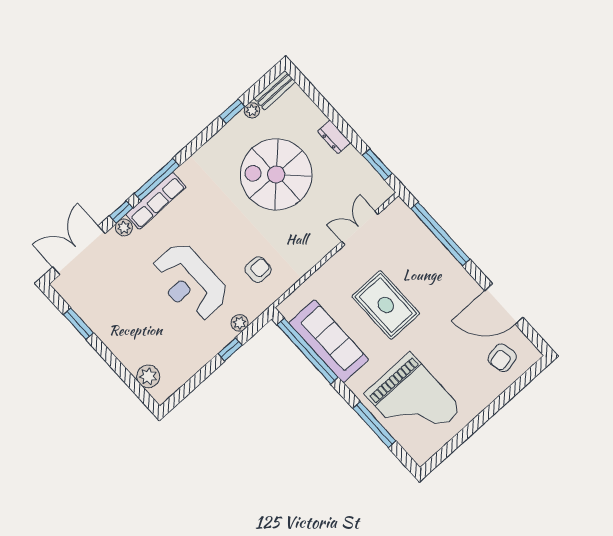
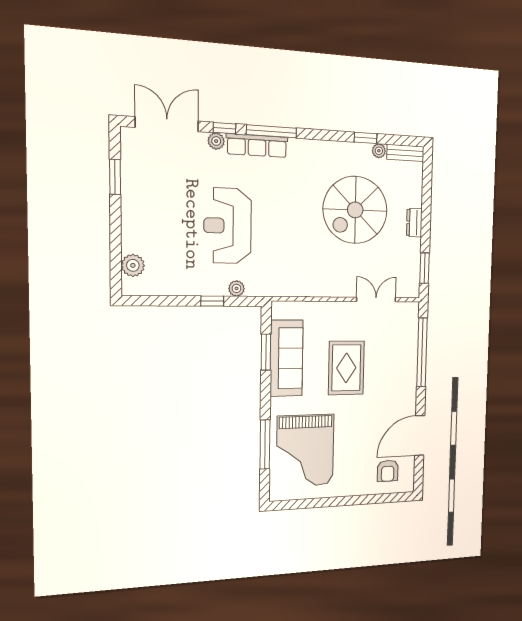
spiral stairs: (276, 174) -> (355, 210), turned -90
armchair: (258, 270) -> (284, 263), removed
door: (504, 304) -> (420, 436), hinge flipped
window: (308, 351) -> (266, 352), width x0.47
armchair: (502, 358) -> (388, 471), turned -78

